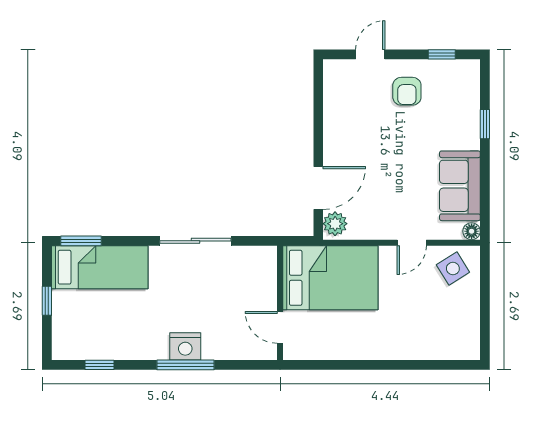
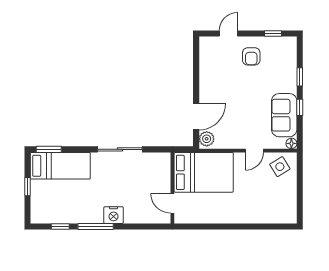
window: (485, 173) -> (300, 107), added
window: (185, 365) -> (96, 227), moved

